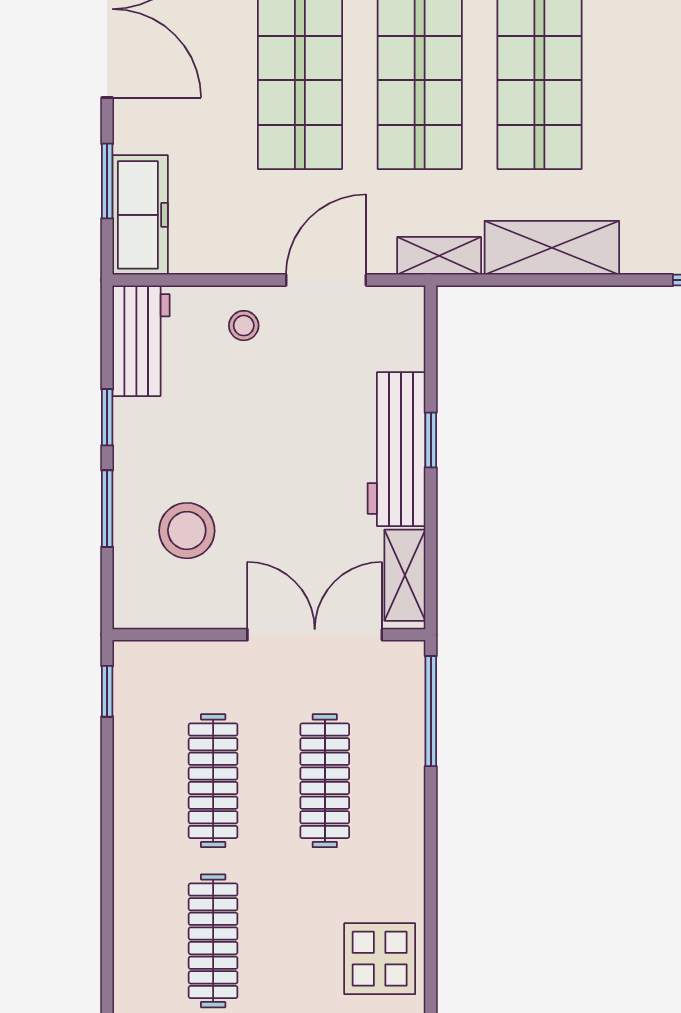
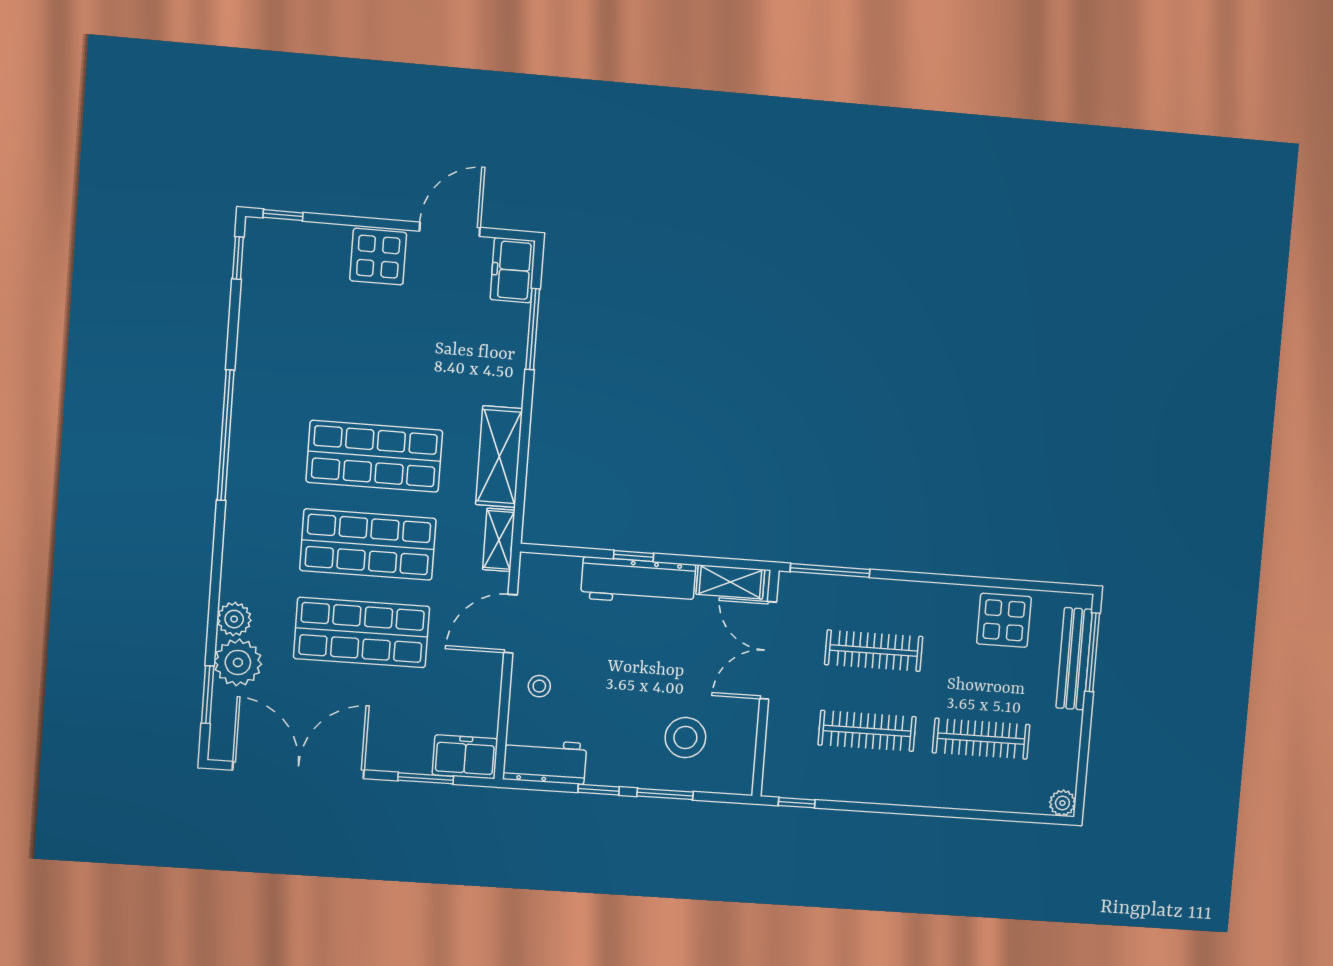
freezer: (140, 215) -> (465, 757), width x0.71
door: (326, 280) -> (510, 624), hinge flipped

